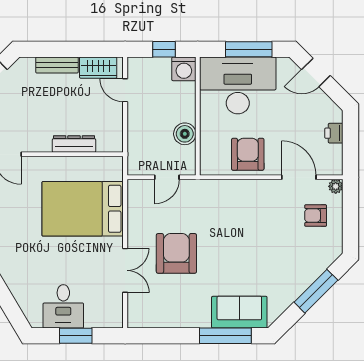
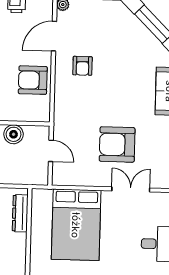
dresser: (74, 144) -> (20, 213), moved
armchair: (316, 216) -> (82, 66), moved

